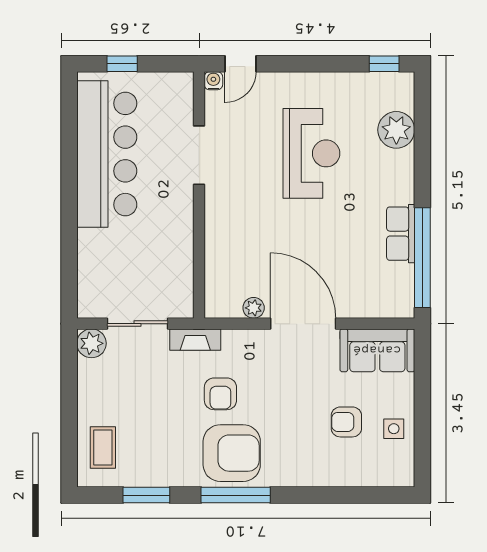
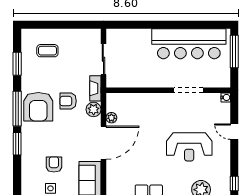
window: (122, 64) -> (234, 51), width x2.17
door: (241, 64) -> (234, 132), moved
plant: (91, 343) -> (94, 109), moved
coffee table: (103, 448) -> (47, 51), moved
window: (305, 495) -> (17, 144), added

